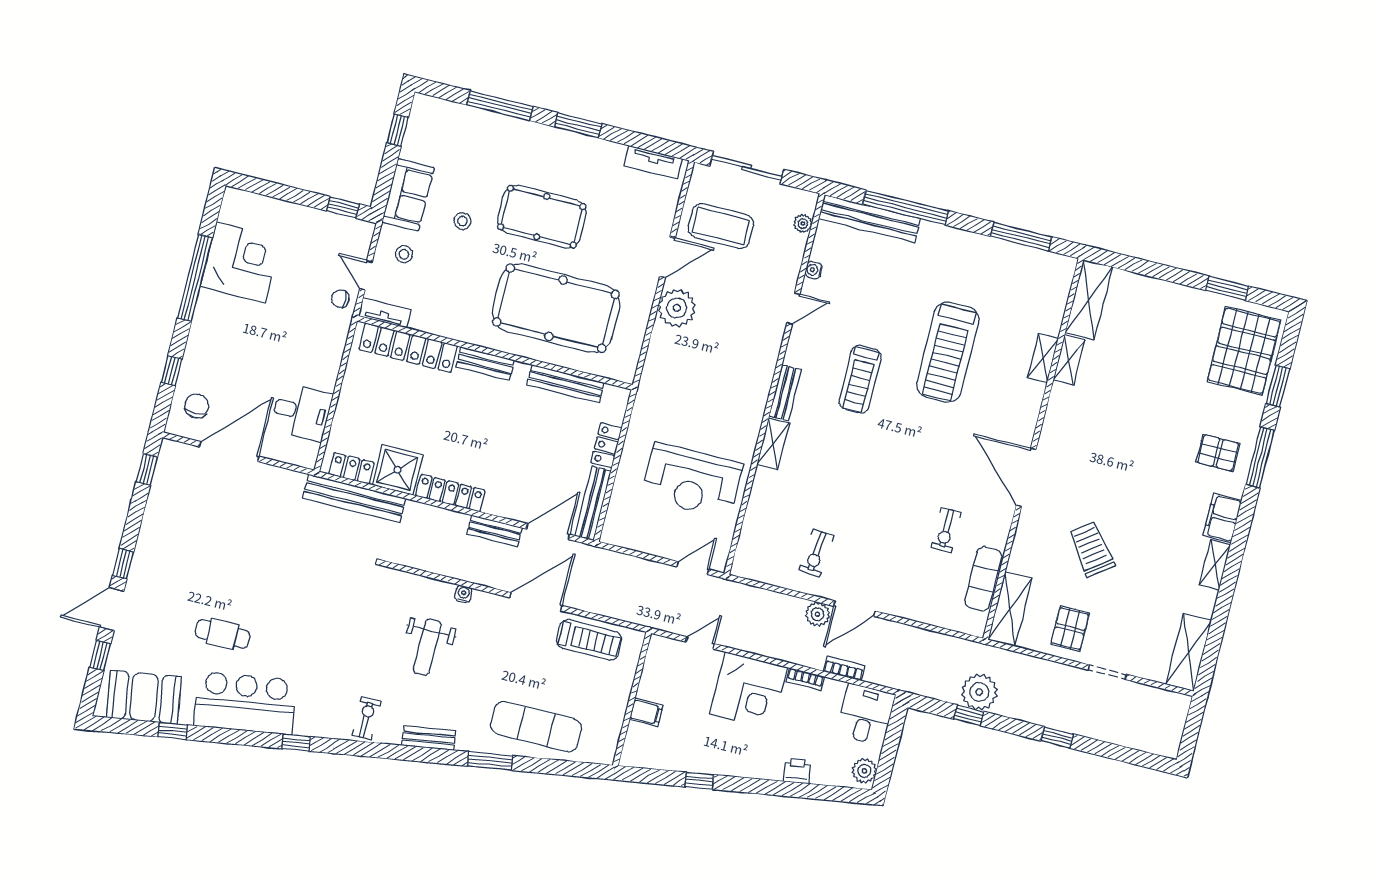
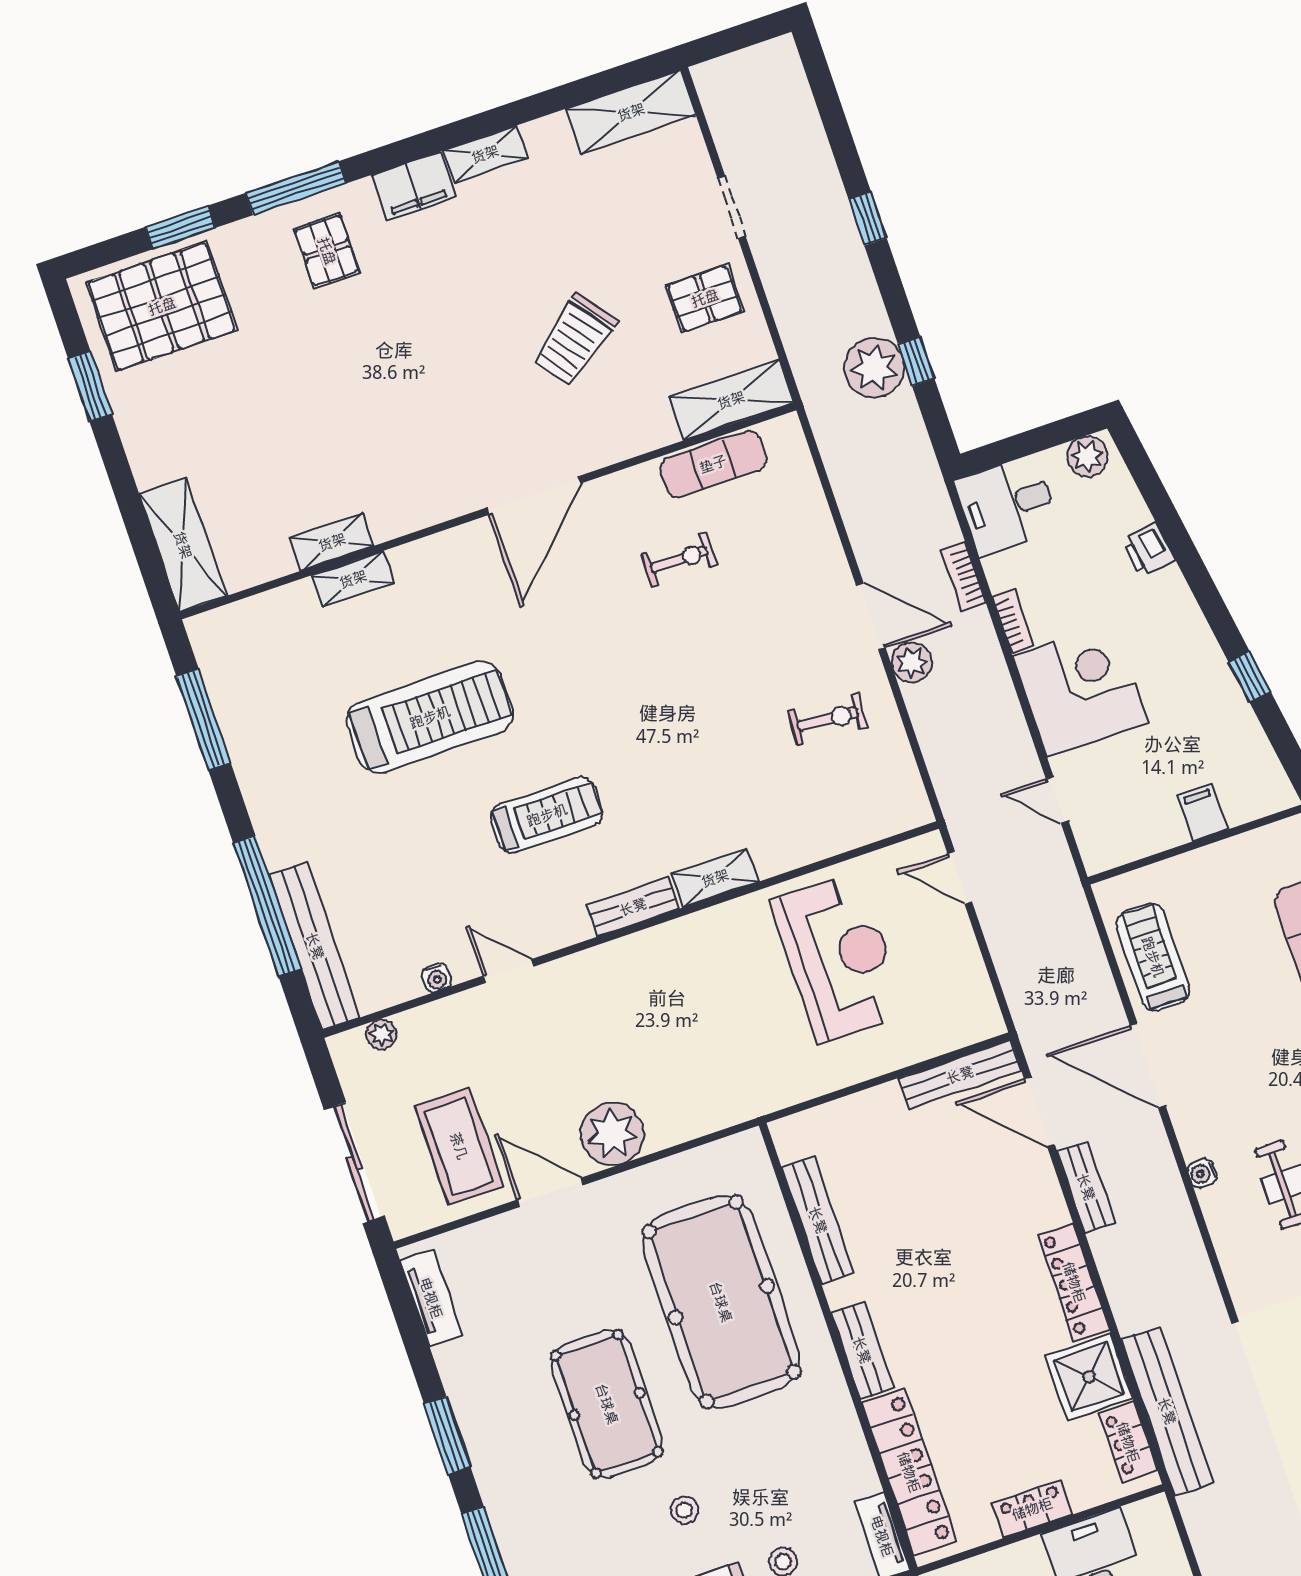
shelving: (1089, 300) -> (183, 545), moved, turned 90
locker: (606, 445) -> (1032, 1509), moved, turned 180

